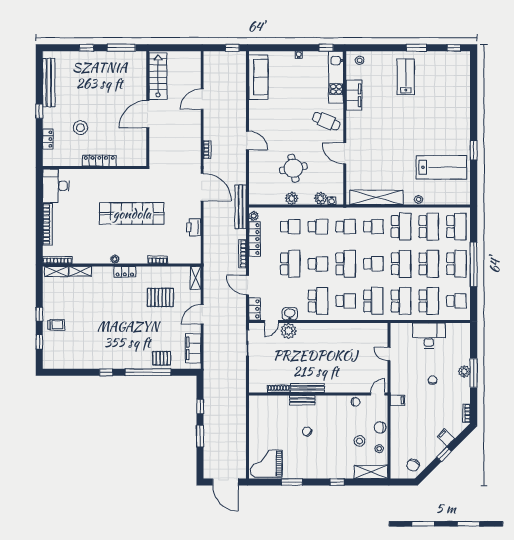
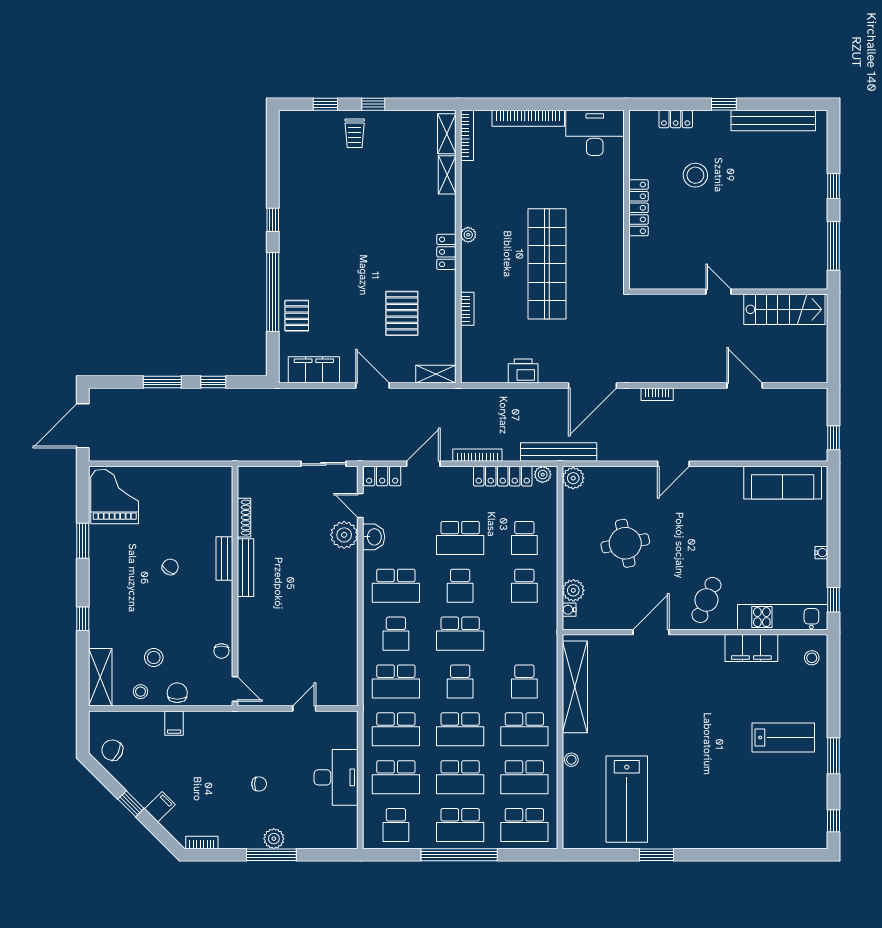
door: (148, 114) -> (718, 292), width x0.53
plant: (292, 198) -> (573, 478), moved
school desk: (346, 227) -> (524, 634), removed
filing cabinet: (397, 400) -> (174, 723), moved

